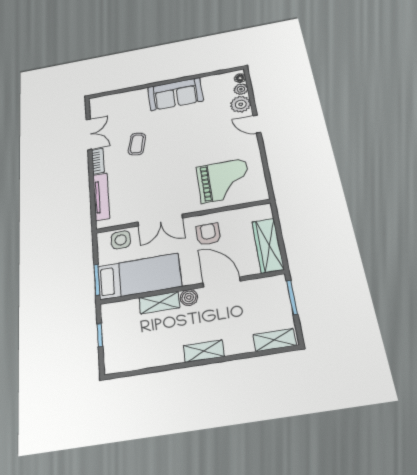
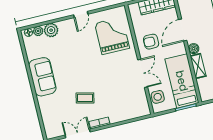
door: (257, 124) -> (81, 15), moved
tv unit: (101, 197) -> (127, 115), removed

